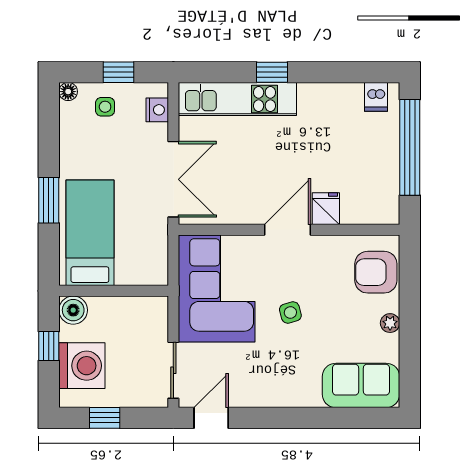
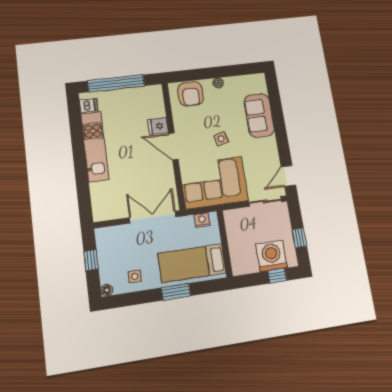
window: (272, 72) -> (81, 167), removed
kitchen unit: (237, 99) -> (95, 147), moved
side table: (105, 107) -> (135, 277), moved
nightstand: (157, 110) -> (202, 220), moved
boiler: (73, 310) -> (240, 266), removed
window: (49, 346) -> (277, 276), moved
sofa: (361, 385) -> (259, 115), moved
door: (211, 418) -> (288, 176), hinge flipped

